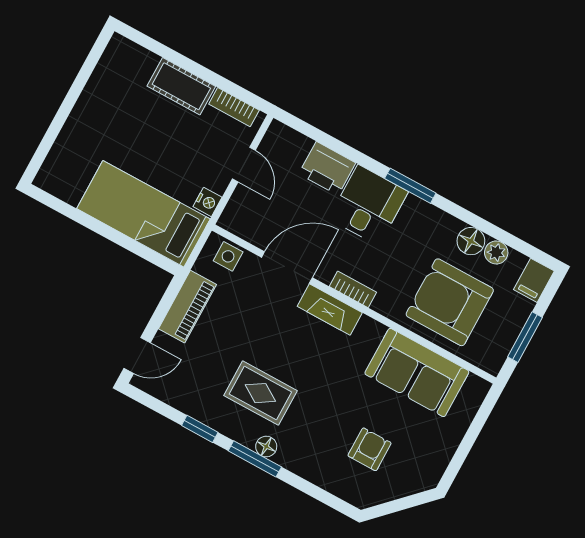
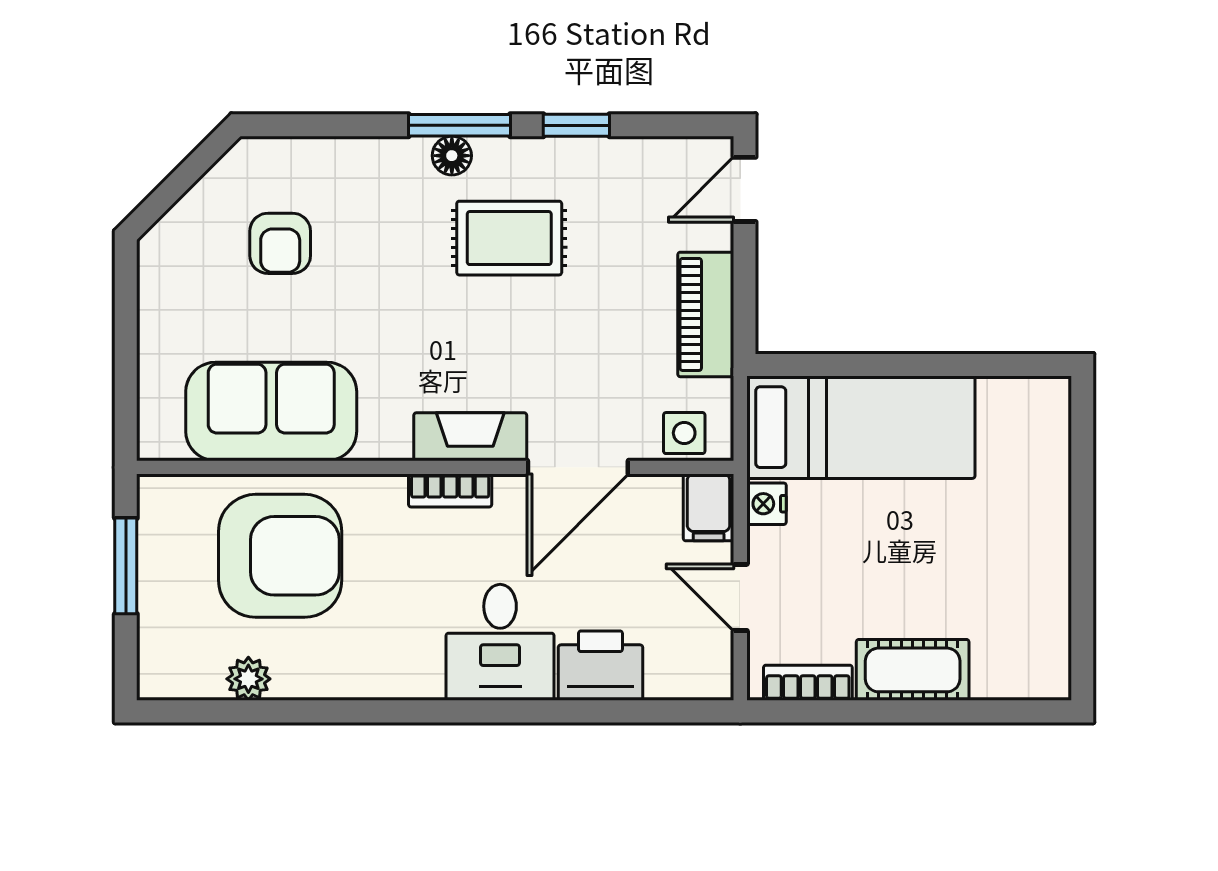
window: (410, 186) -> (449, 711), removed
floor lamp: (471, 241) -> (300, 675), removed
filing cabinet: (534, 280) -> (709, 507), moved, turned 180

